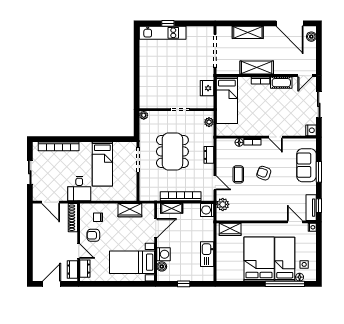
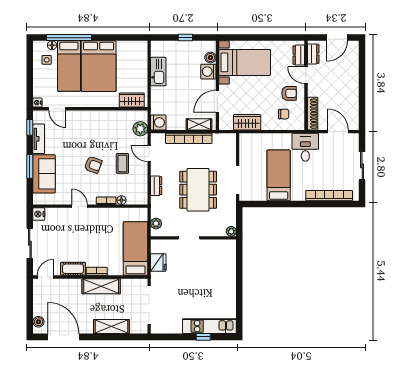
tv unit: (311, 208) -> (39, 139), moved

